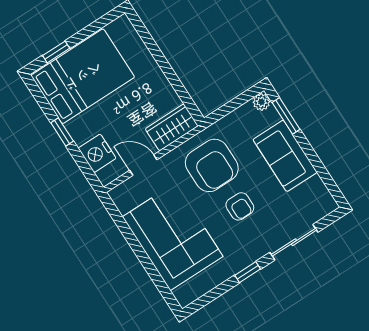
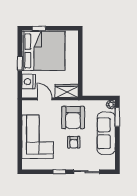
bed: (83, 76) -> (43, 51), width x1.36
sofa: (285, 156) -> (106, 133), width x1.36

